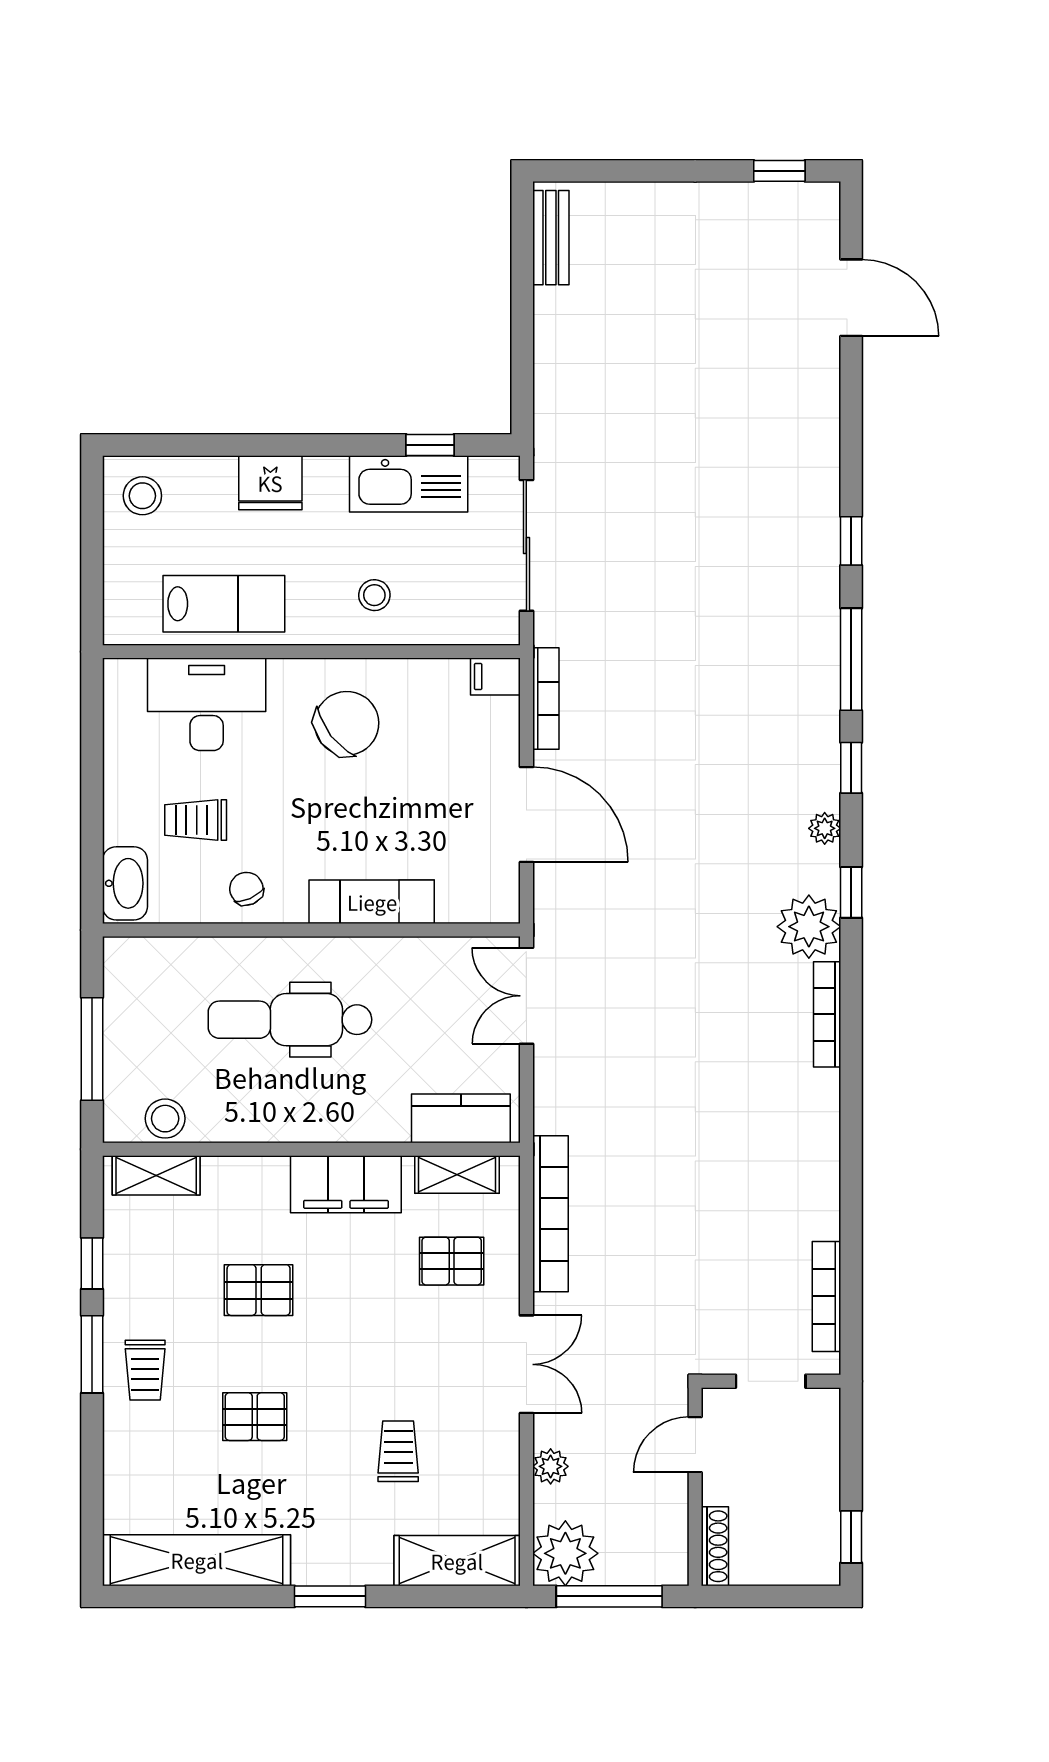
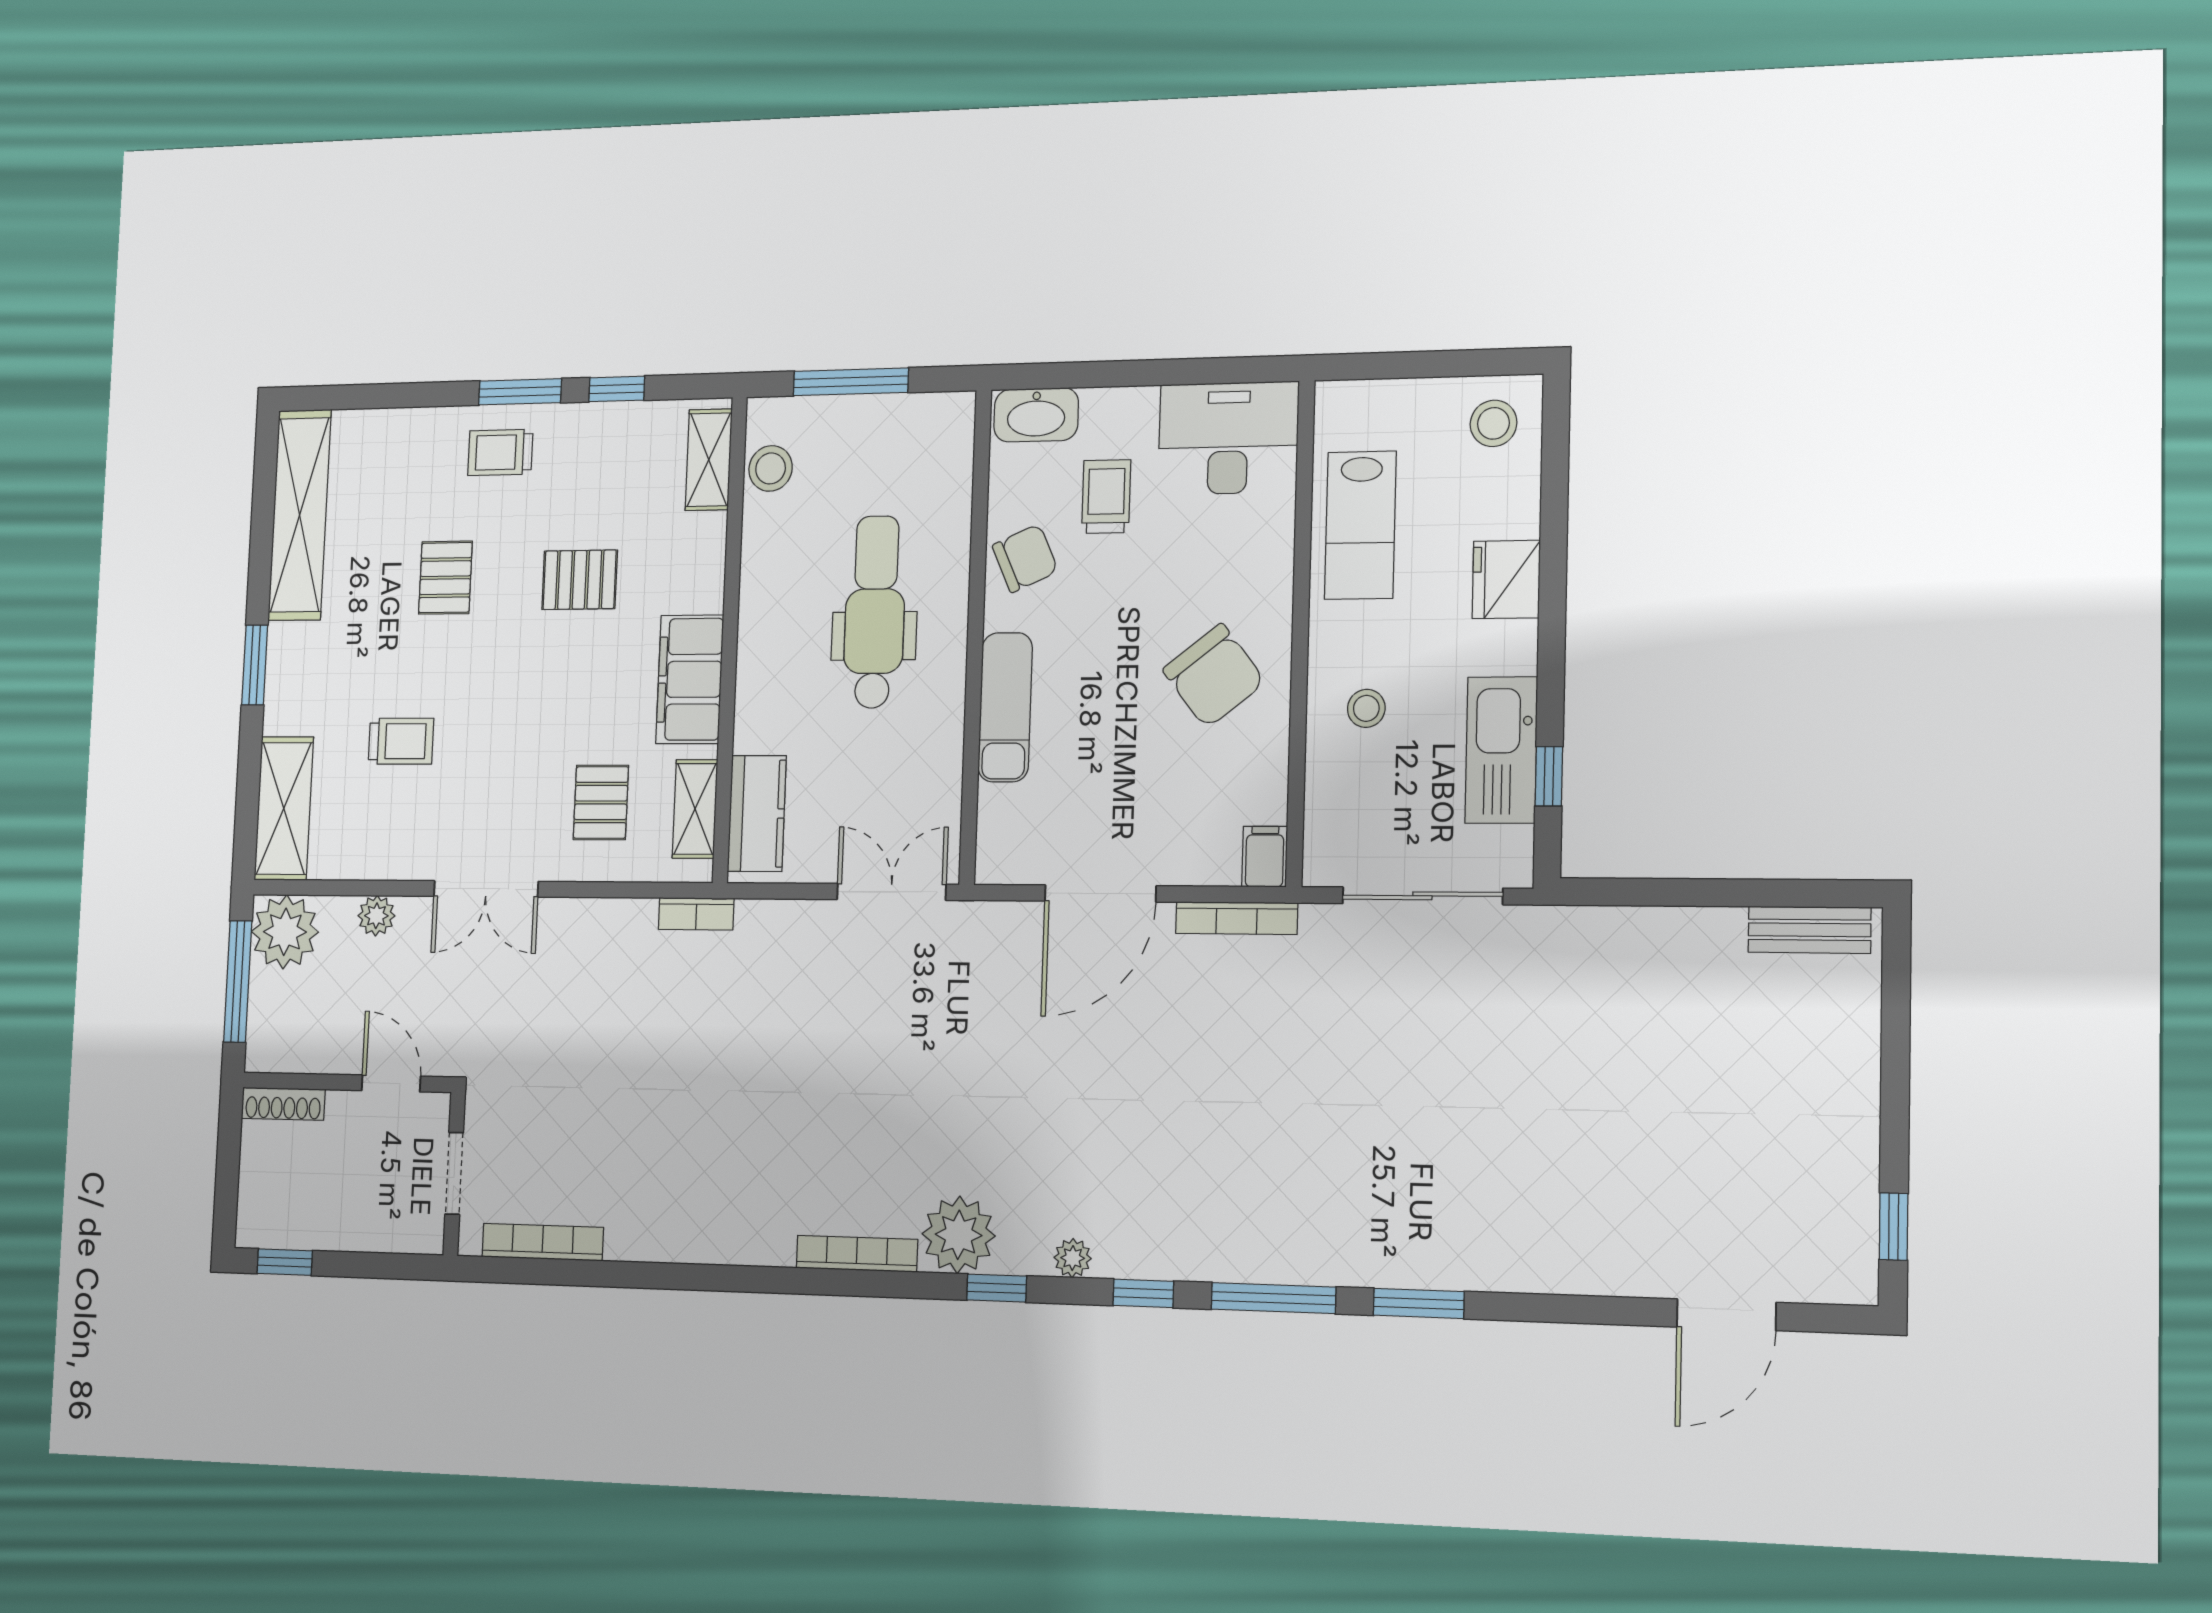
window: (851, 541) -> (1419, 1303), width x1.50
desk: (207, 704) -> (1228, 438), moved, turned -90
chair: (246, 889) -> (1025, 558), width x1.37, depth x1.37
bookcase: (550, 1214) -> (696, 914), width x0.43, depth x0.76
pallet: (259, 1290) -> (580, 580), turned 90

